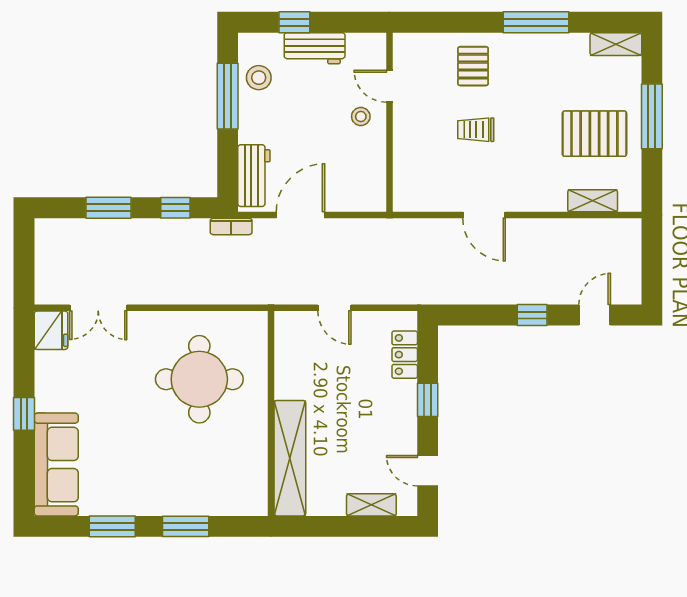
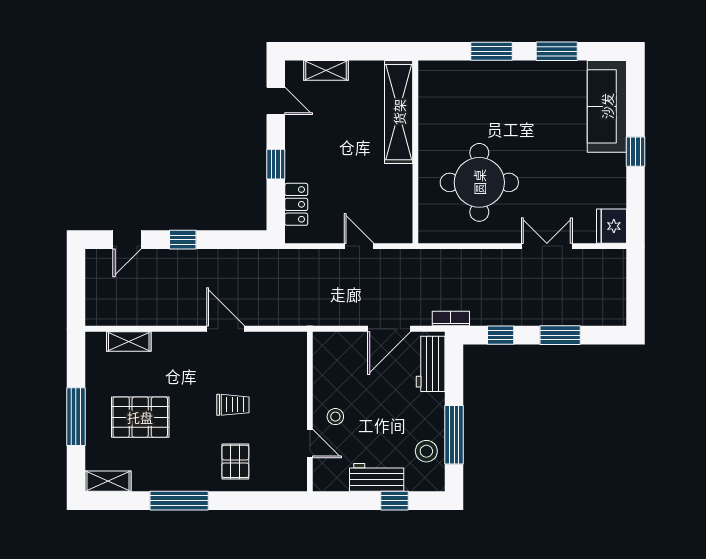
pallet: (594, 134) -> (140, 417), moved
double door: (98, 308) -> (547, 246), moved

